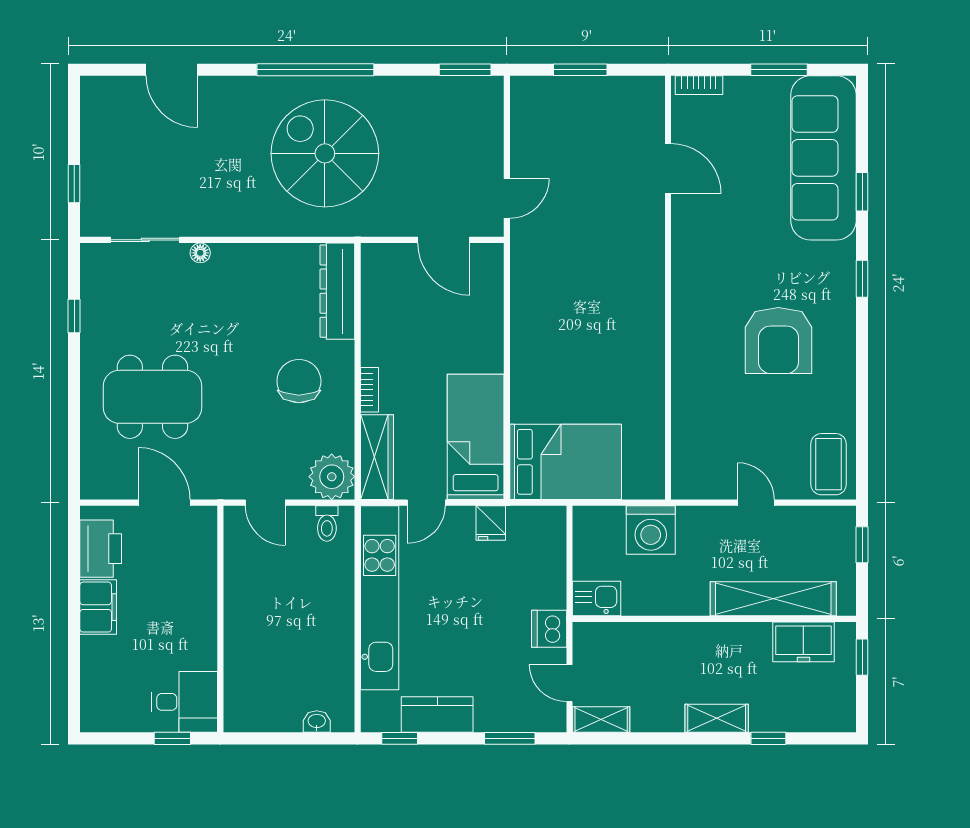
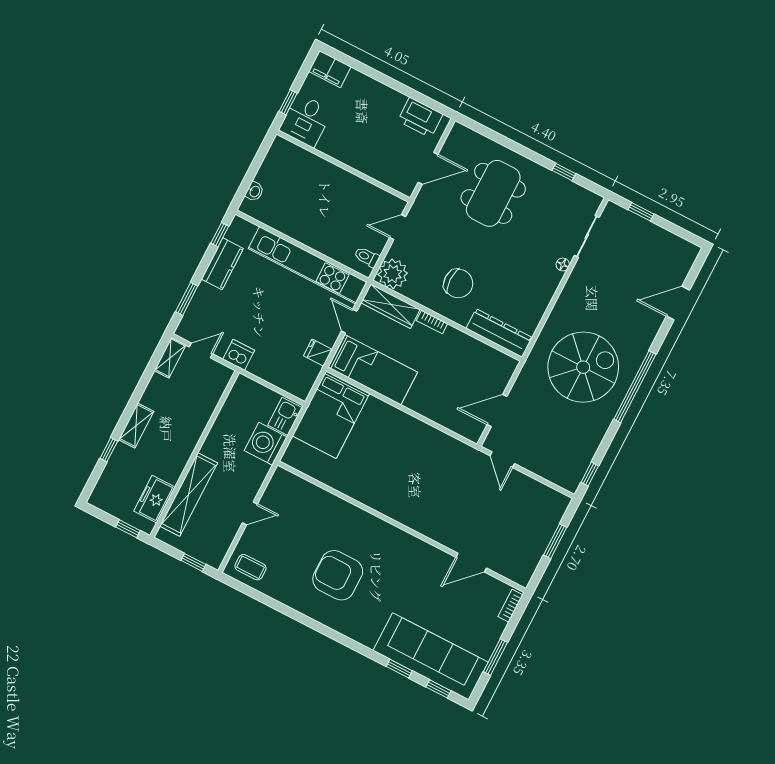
window: (465, 70) -> (590, 474), width x0.67
window: (862, 279) -> (438, 689), moved
coffee table: (829, 464) -> (250, 567), width x0.73, depth x0.77
kitchen sink: (597, 599) -> (285, 416), moved, turned 180
filing cabinet: (98, 607) -> (330, 69), moved

